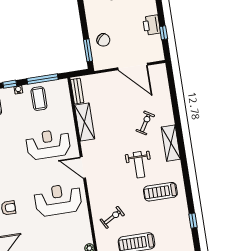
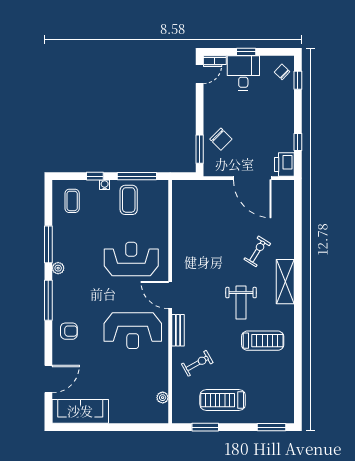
printer: (152, 25) -> (284, 164), moved
bench: (77, 91) -> (178, 330), moved
shelving: (85, 122) -> (181, 238), removed
treadmill: (160, 192) -> (263, 341), turned 180
reception desk: (58, 200) -> (133, 331), turned 180
window: (193, 221) -> (298, 383), removed

